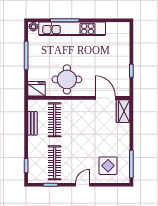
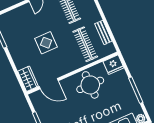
display table: (108, 166) -> (46, 43), moved

